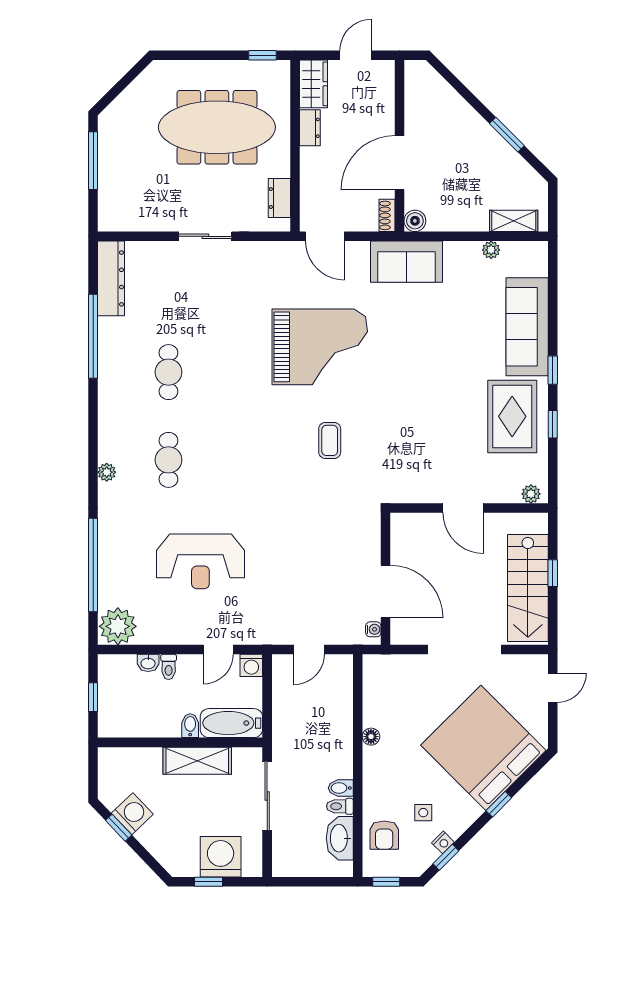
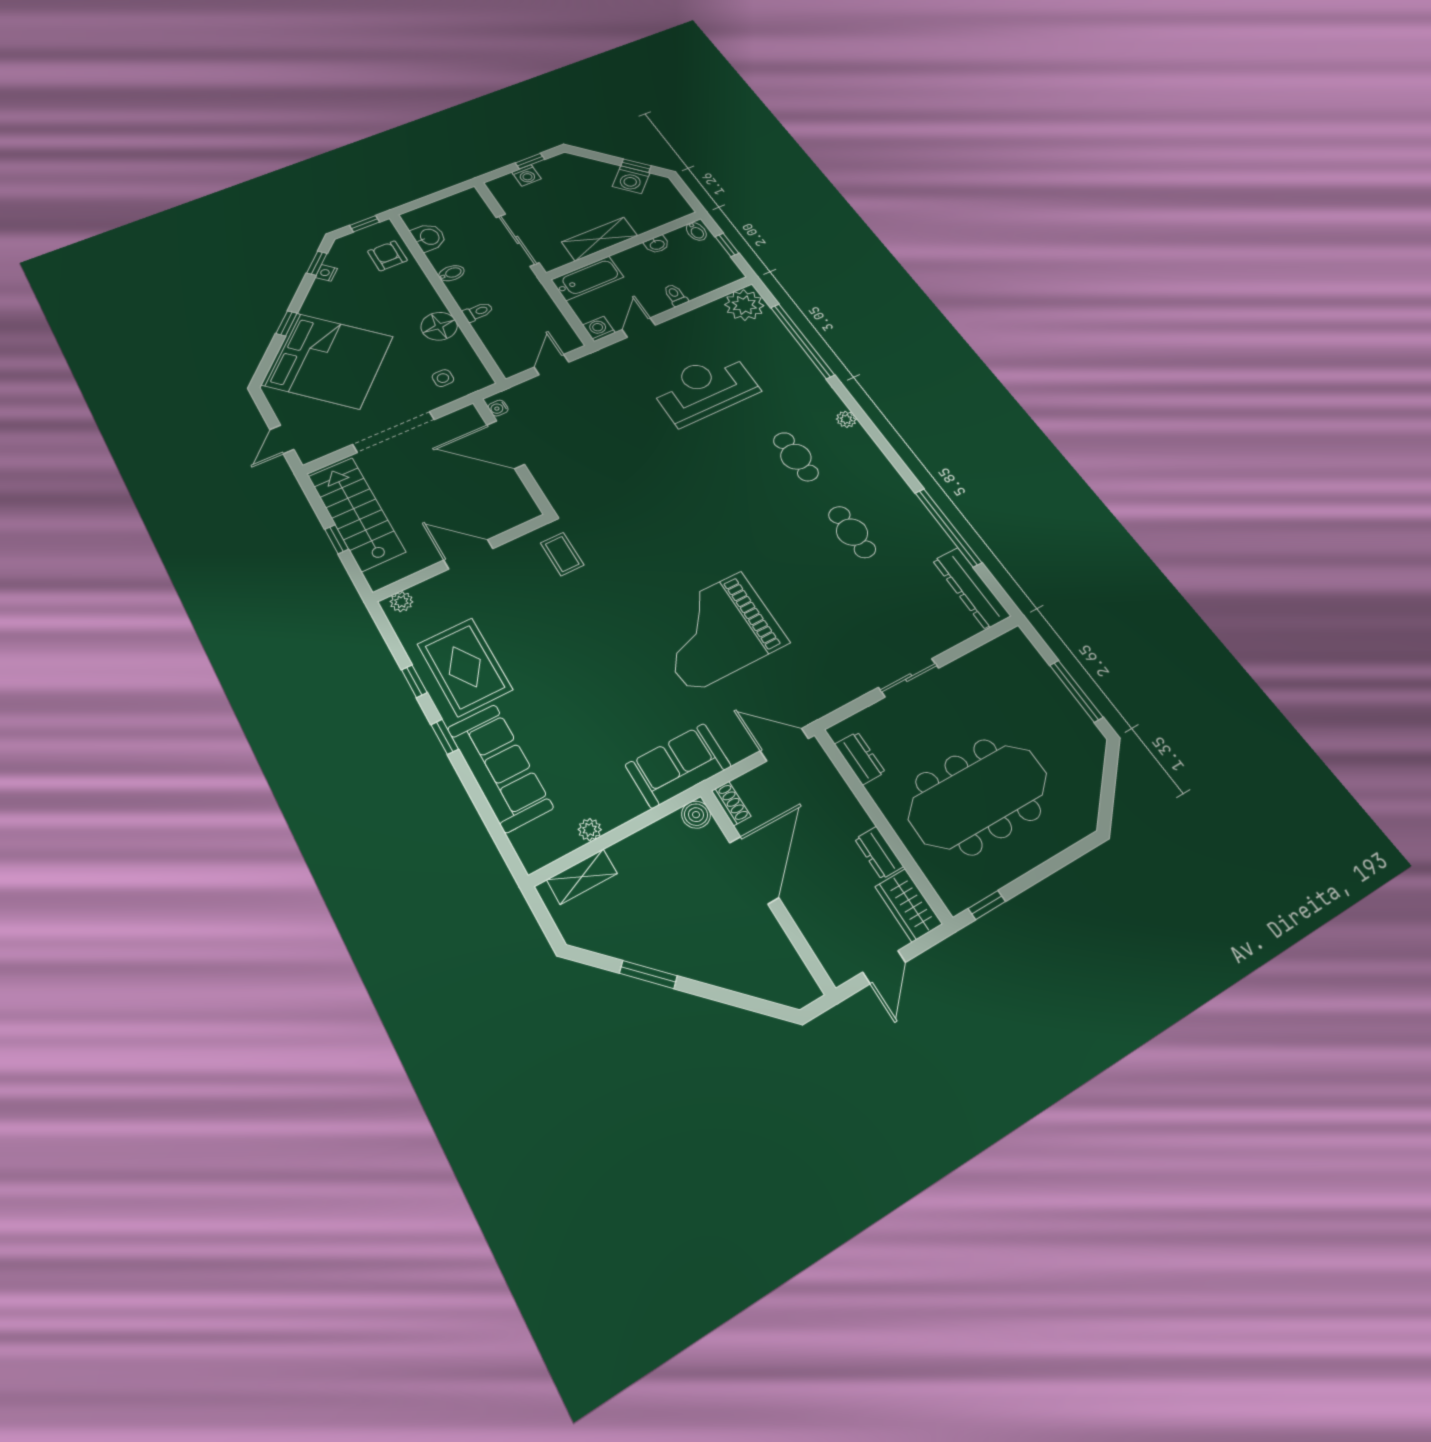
coffee table: (330, 440) -> (562, 554), moved
washbasin: (148, 663) -> (657, 244), moved, turned 180
bidet: (190, 726) -> (696, 231), moved
floor lamp: (371, 737) -> (439, 326), width x1.89, depth x1.89
toilet: (340, 806) -> (478, 312), moved
side table: (423, 813) -> (443, 378), moved
washbasin: (340, 838) -> (429, 237), width x0.72
washing machine: (221, 857) -> (526, 175), width x0.53, depth x0.53

